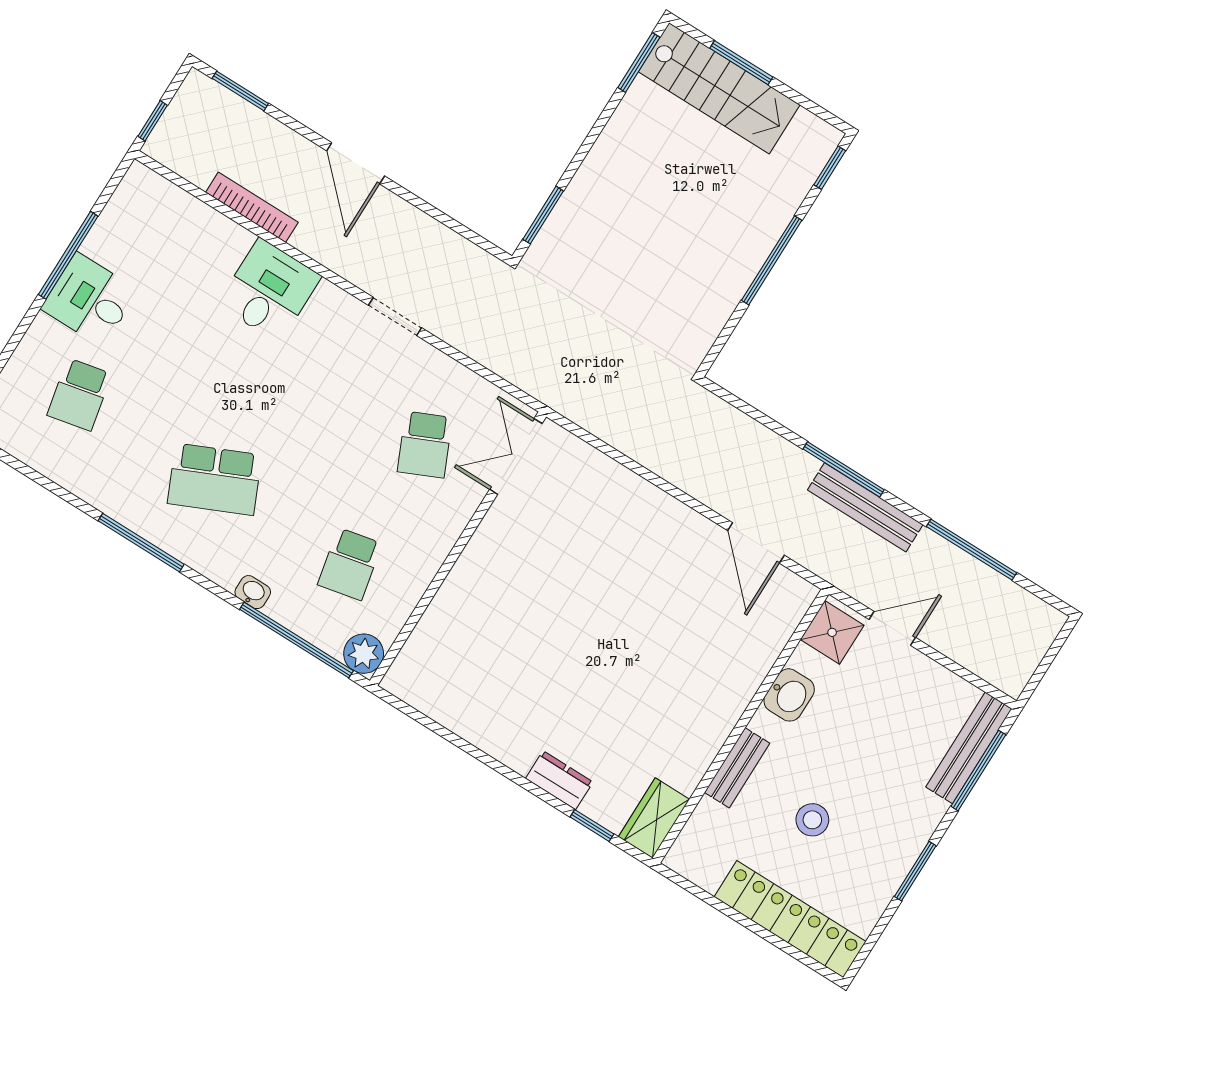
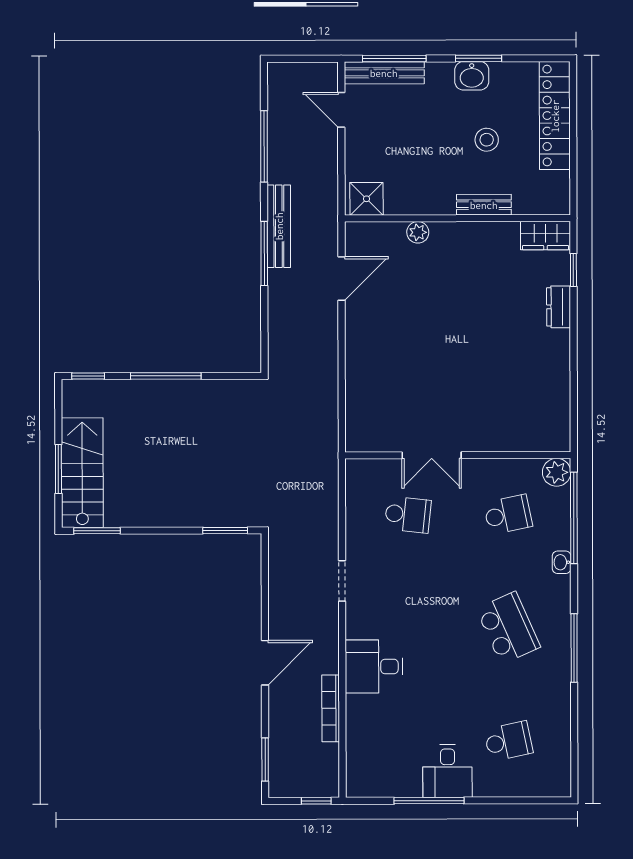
school desk: (425, 445) -> (408, 515), turned 30
double door: (516, 456) -> (432, 455), moved
door: (892, 628) -> (341, 110), moved
plant: (754, 668) -> (418, 232), added
washbasin: (789, 695) -> (472, 76), moved, turned 180

